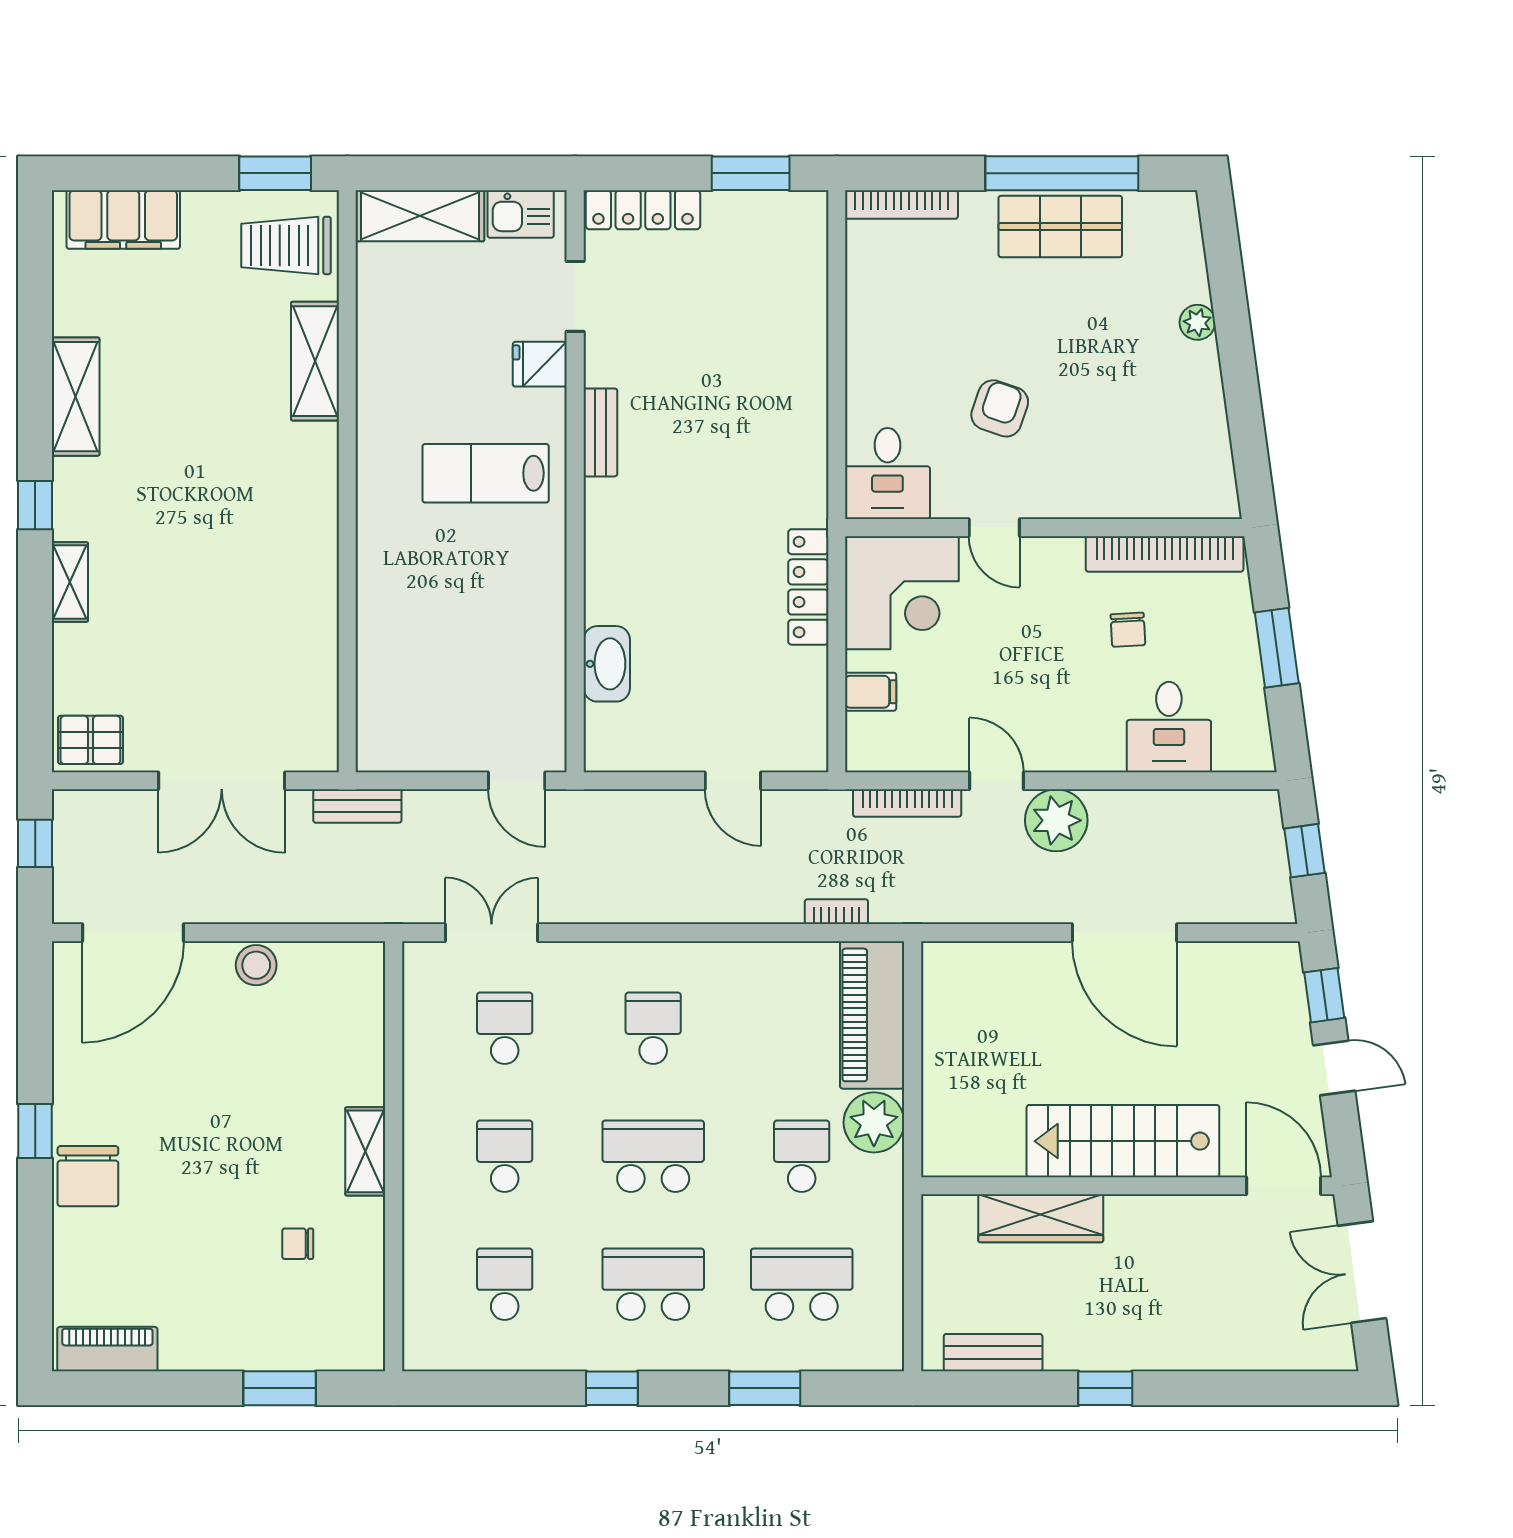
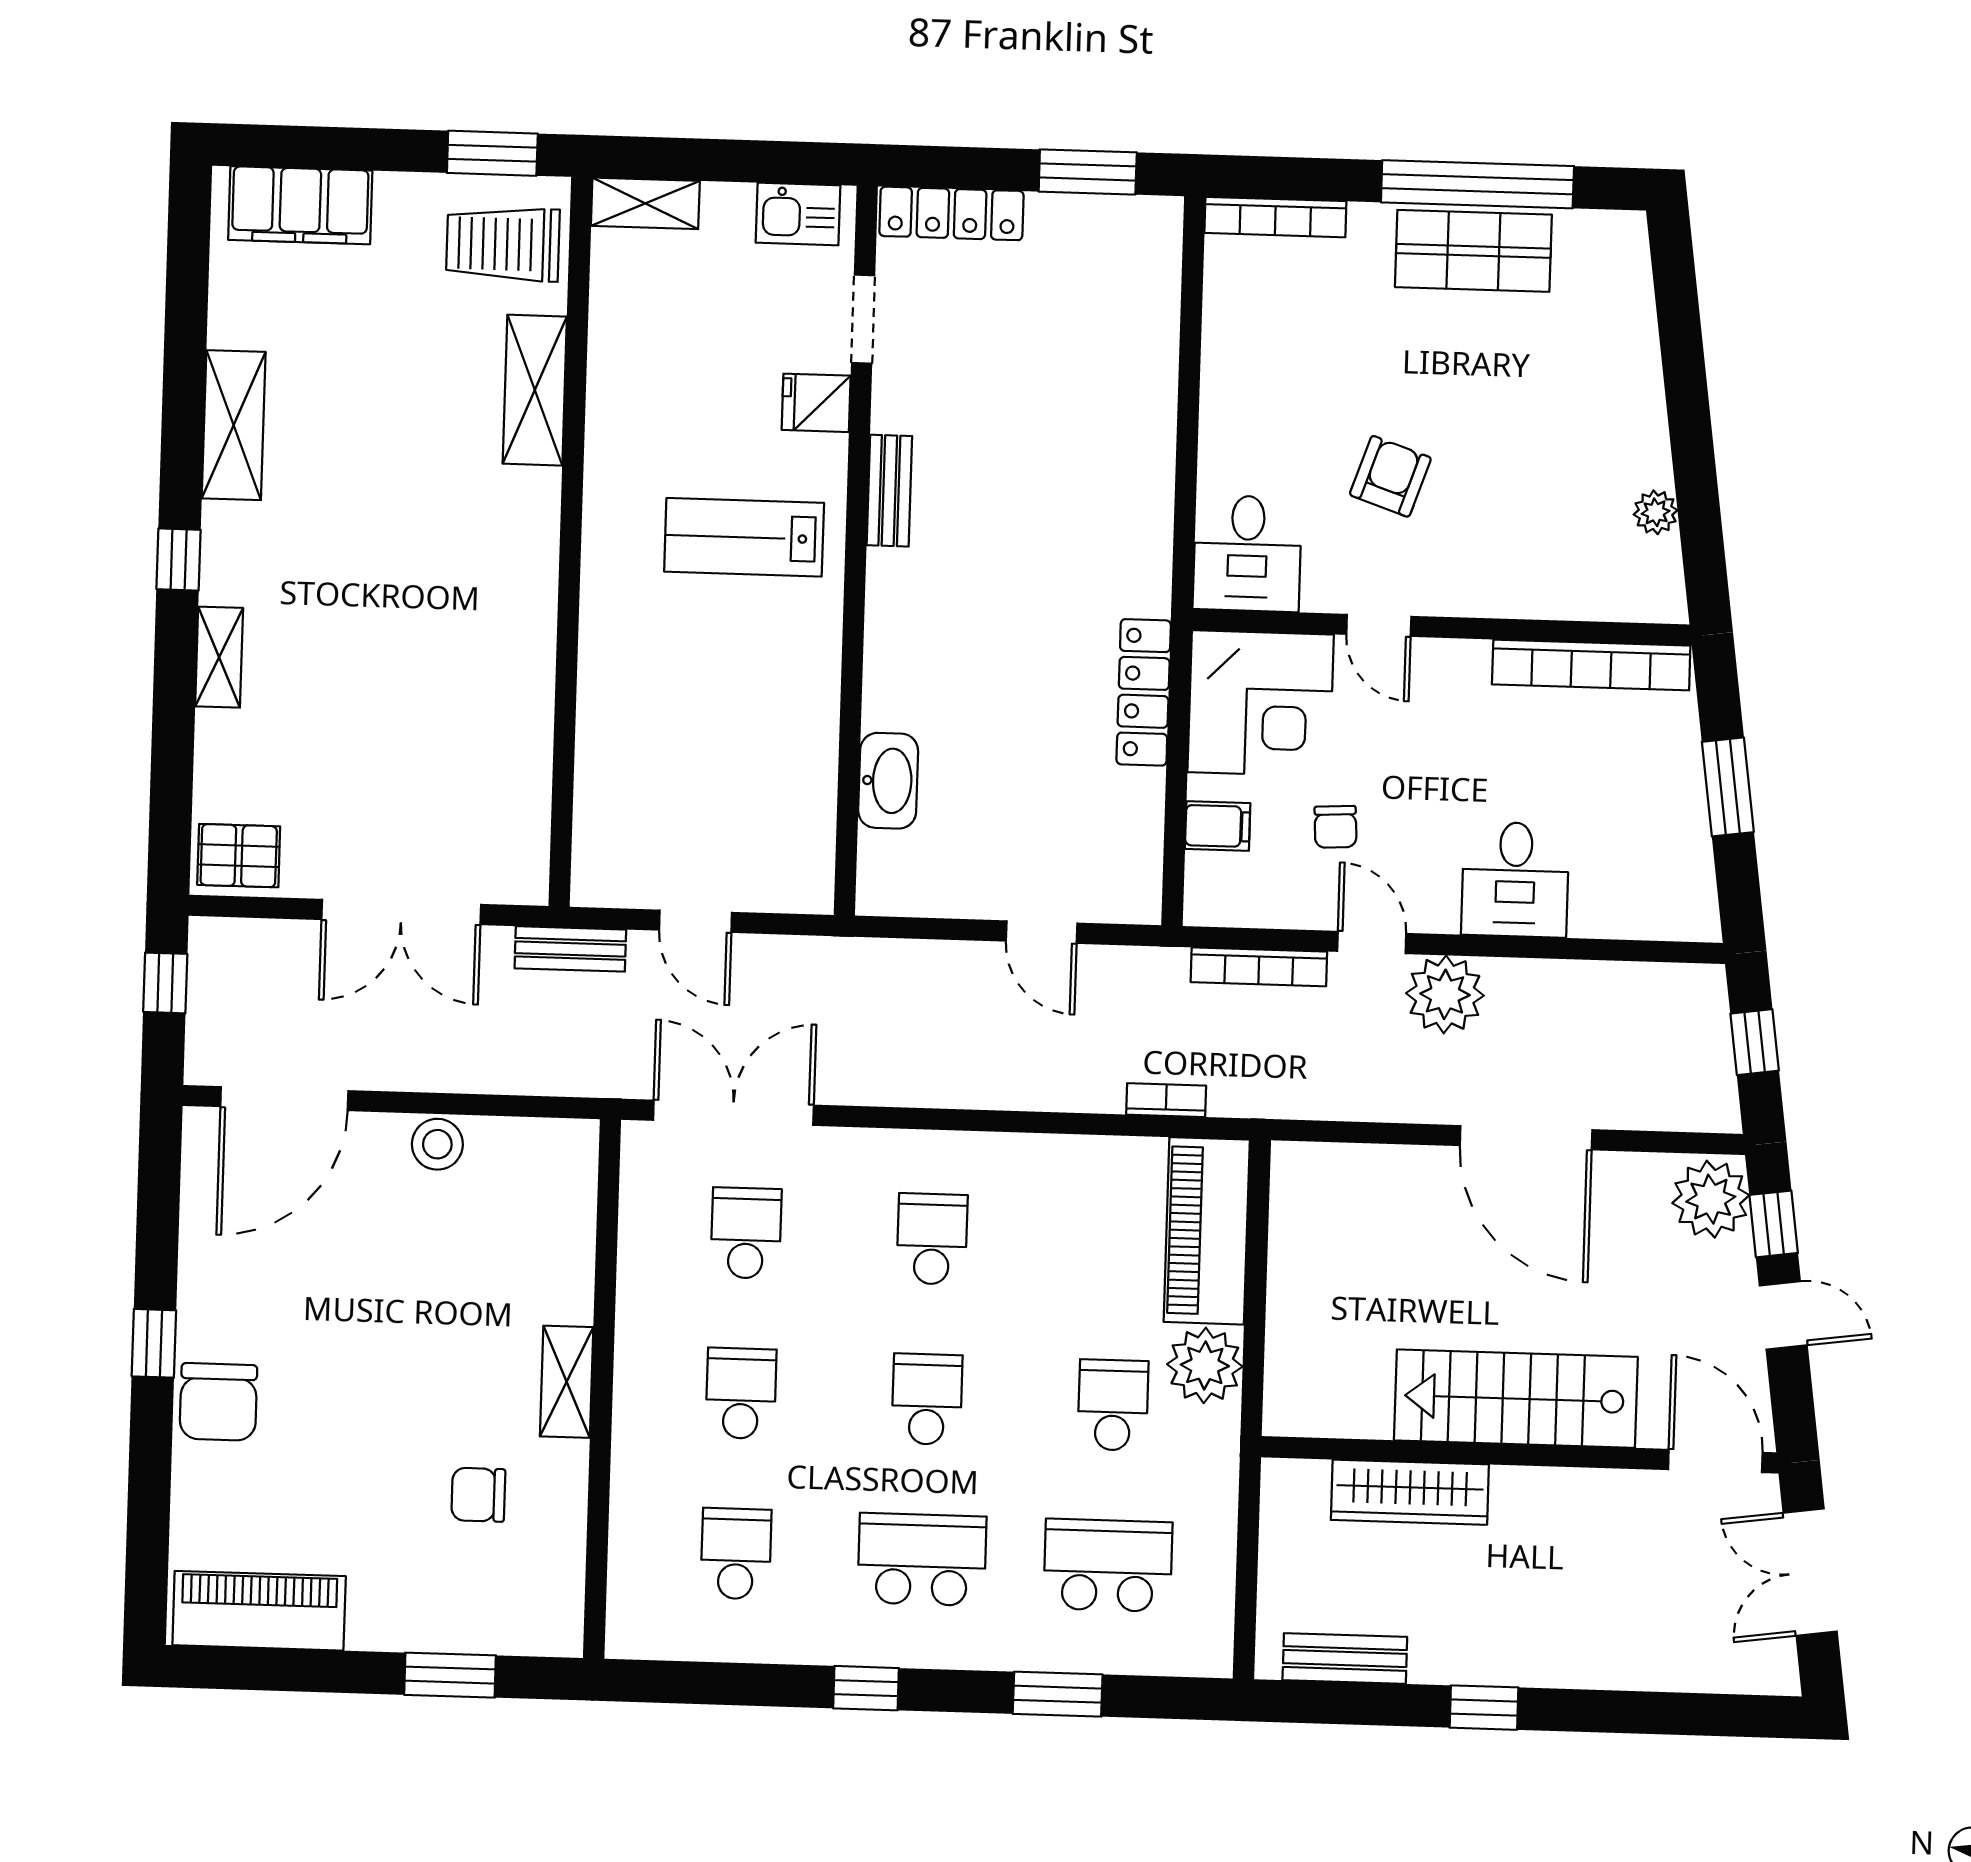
shelving: (420, 216) -> (645, 203), width x0.67, depth x0.75
plant: (1197, 322) -> (1656, 512), moved
chair: (1128, 630) -> (1335, 827), moved
desk: (1169, 727) -> (1515, 880), moved
door: (517, 781) -> (696, 921), moved
double door: (492, 933) -> (733, 1113), width x1.37
plant: (1273, 977) -> (1711, 1199), added
school desk: (653, 1156) -> (927, 1399), width x0.54
chair: (298, 1244) -> (478, 1495), width x1.37, depth x1.37
piano: (107, 1349) -> (259, 1611), width x1.37, depth x1.33

